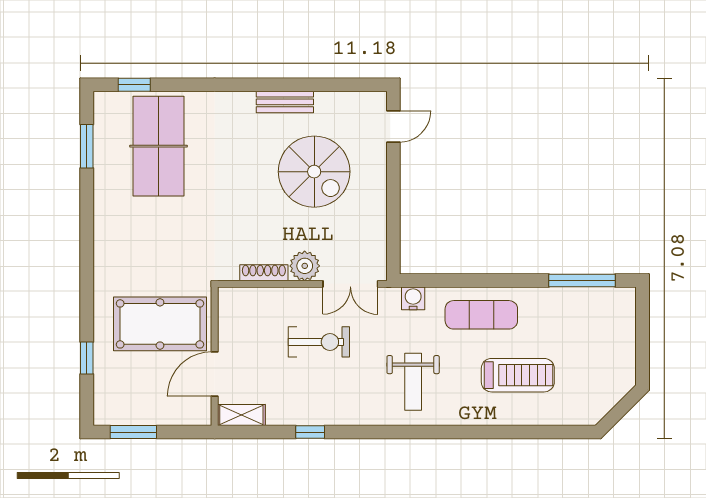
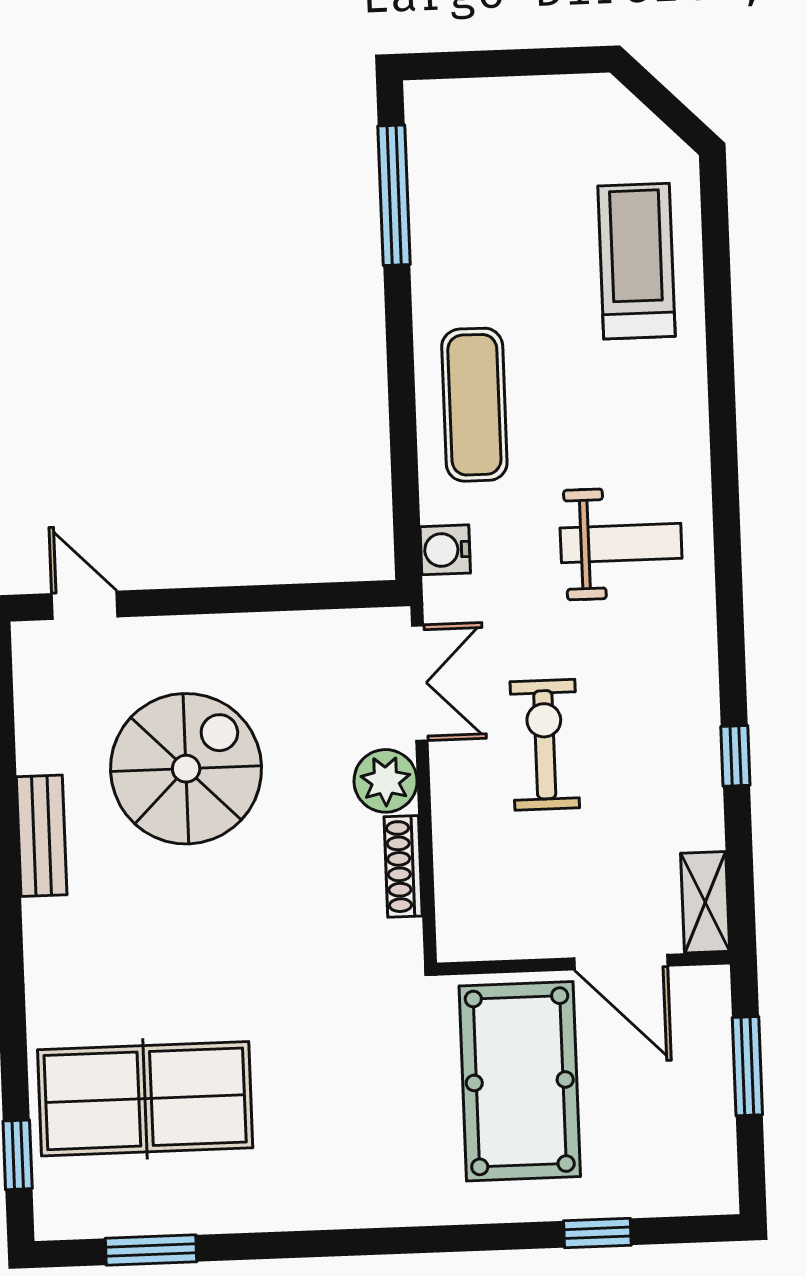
treadmill: (518, 375) -> (636, 261), moved
window: (133, 432) -> (747, 1066), moved

